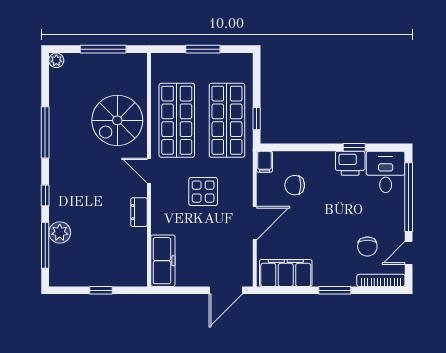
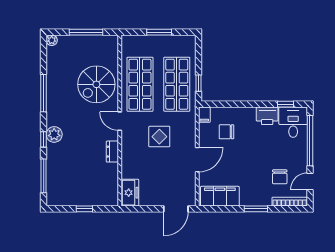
window: (354, 147) -> (285, 104), moved
plant: (60, 232) -> (54, 134), moved
freezer: (163, 261) -> (130, 193), width x0.71

